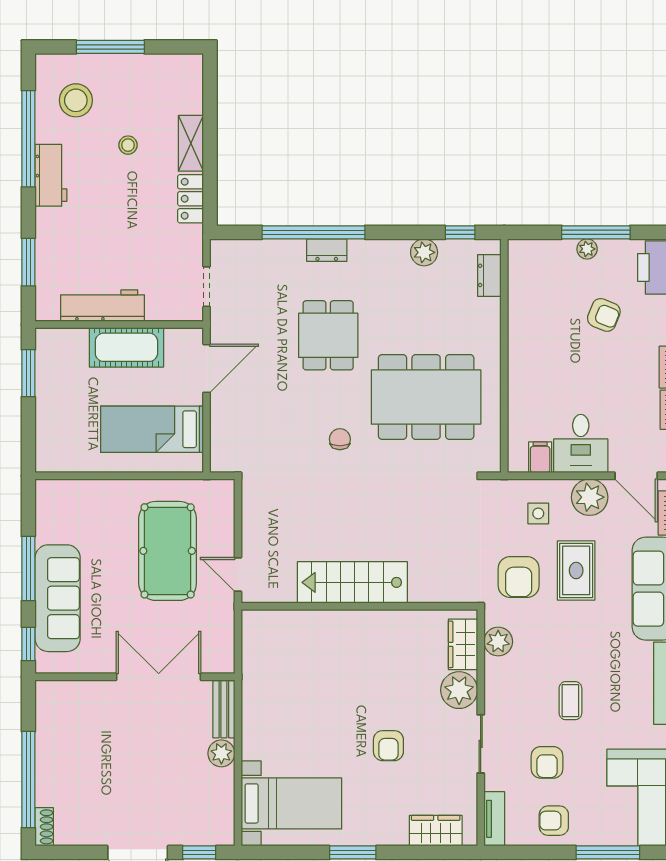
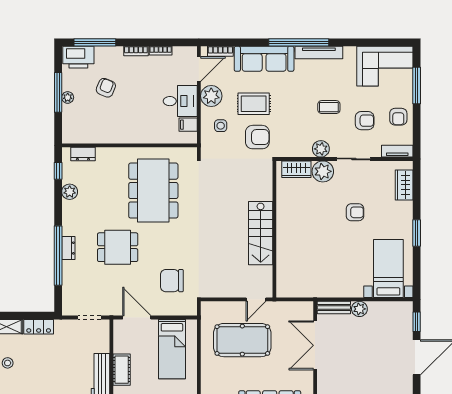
cot: (126, 347) -> (122, 370), width x0.73, depth x0.75
chair: (340, 439) -> (172, 281), moved, width x1.87, depth x1.87
plant: (498, 642) -> (321, 149), moved

